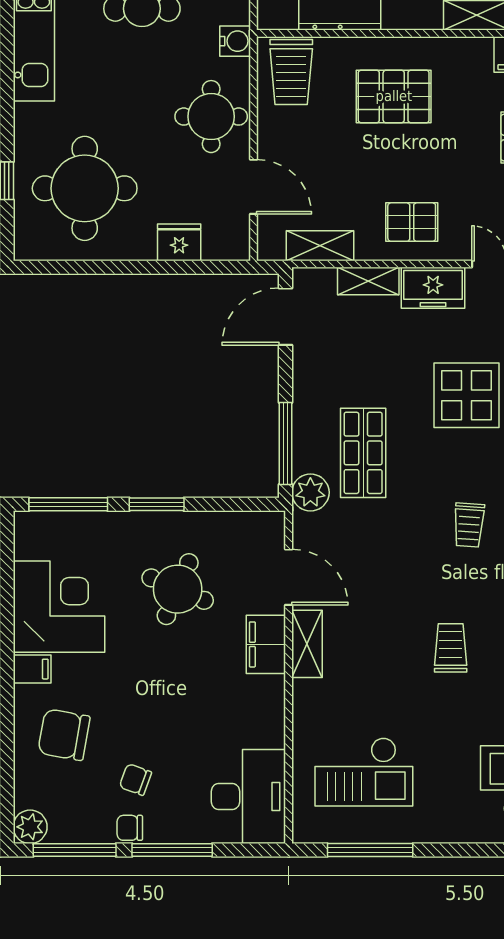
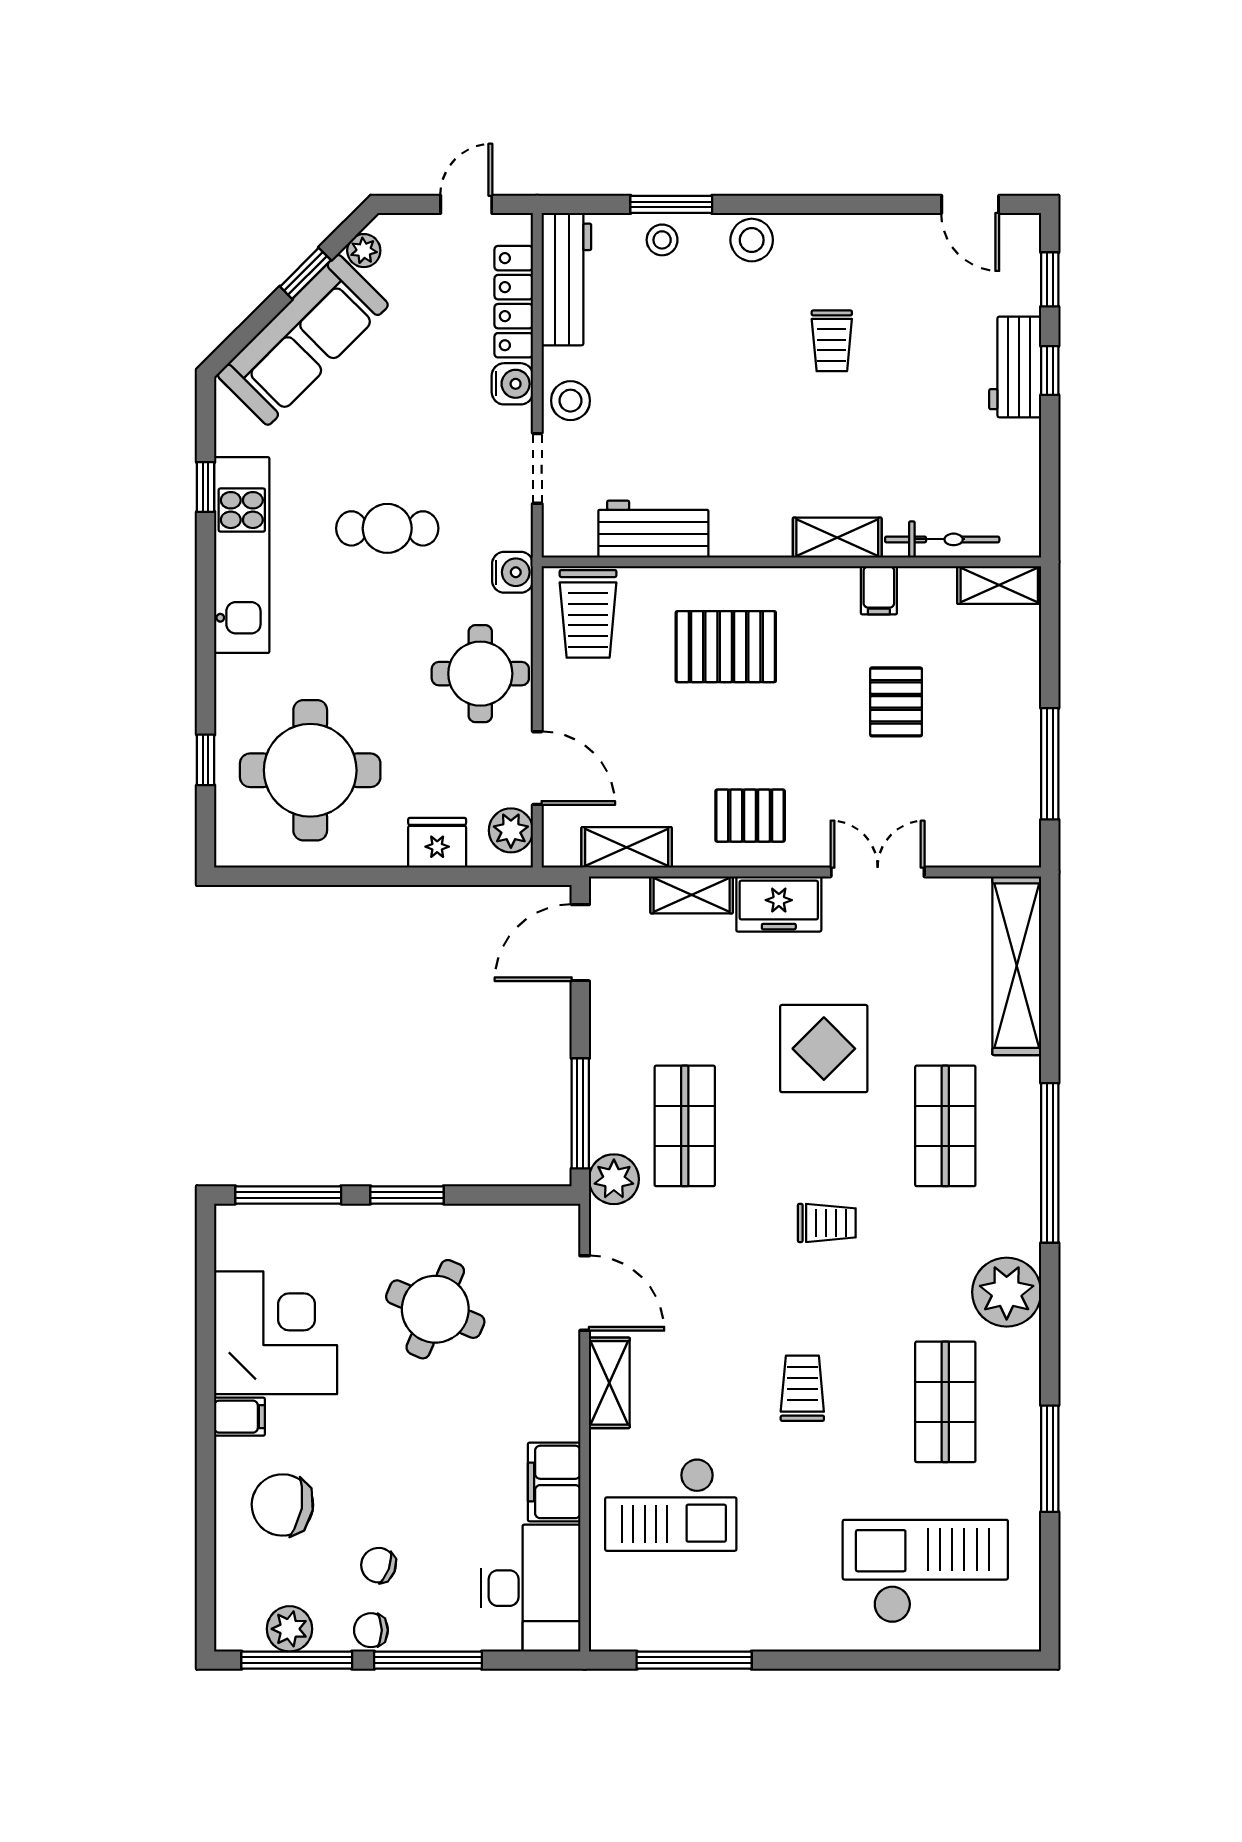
plant: (234, 233) -> (511, 830), added
trolley: (469, 525) -> (827, 1223), turned -94
filing cabinet: (266, 644) -> (554, 1482), moved
checkout: (364, 772) -> (671, 1505), moved
plant: (30, 827) -> (290, 1629), moved

